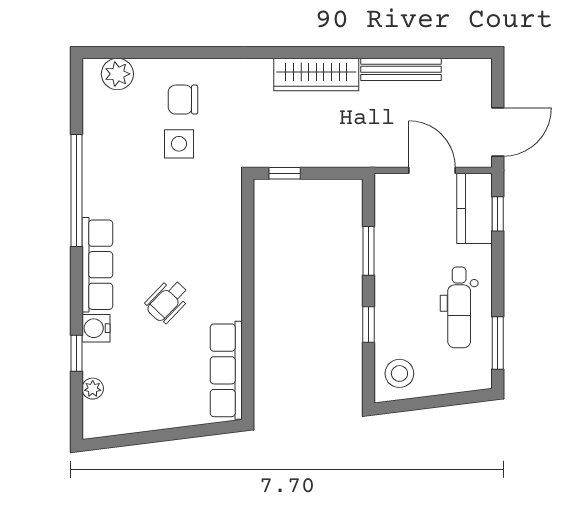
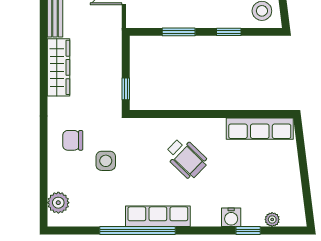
chair: (183, 100) -> (73, 140), moved, turned 90
row of seats: (97, 265) -> (158, 216), moved
wheelchair: (167, 301) -> (186, 158), moved, width x1.36, depth x1.37

